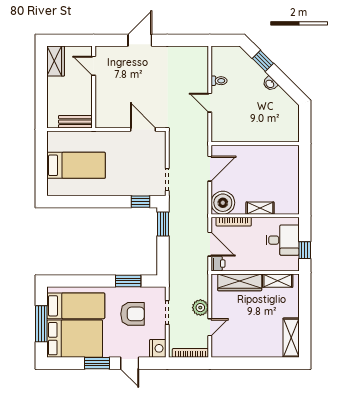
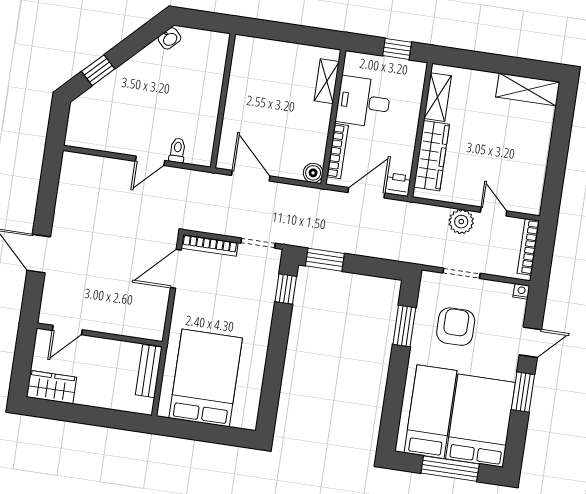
toilet: (219, 81) -> (177, 150), moved
washbasin: (270, 84) -> (170, 38), moved
bookcase: (161, 149) -> (210, 245), added
bed: (76, 165) -> (206, 378), width x1.50
boiler: (223, 203) -> (313, 173), width x0.54, depth x0.54
shelving: (260, 208) -> (327, 81), moved
desk: (283, 240) -> (363, 102), moved, turned -90
nightstand: (158, 348) -> (521, 291), width x0.53, depth x0.56

